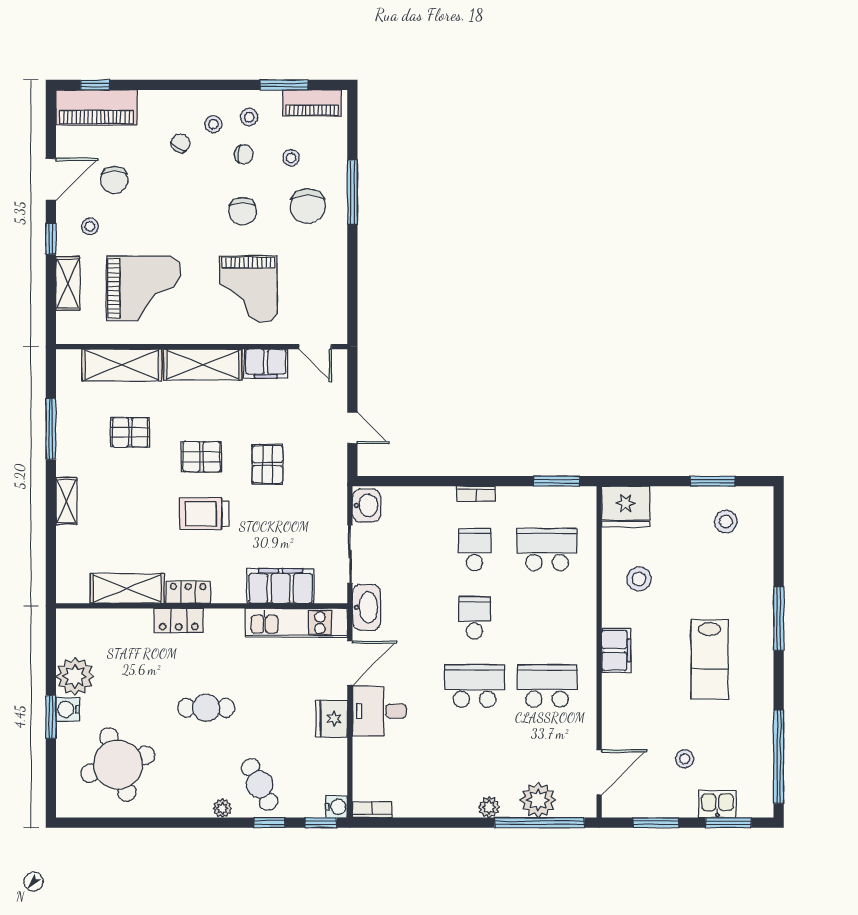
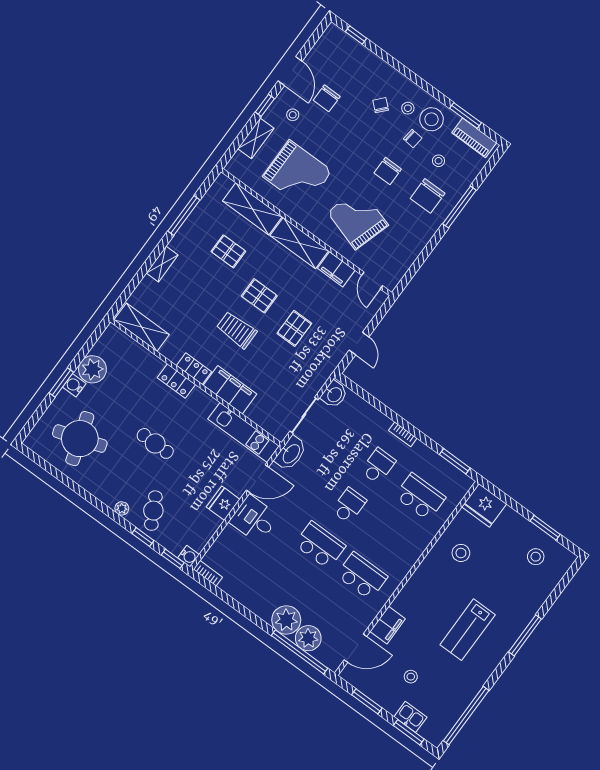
piano: (97, 108) -> (347, 49), removed
stool: (249, 117) -> (432, 119), width x1.89, depth x1.89
chair: (180, 143) -> (381, 105), turned -77
door: (51, 179) -> (290, 71), hinge flipped
grand piano: (248, 289) -> (358, 219), turned 107
filing cabinet: (281, 586) -> (230, 390), moved
shelving: (127, 589) -> (142, 327), moved
filing cabinet: (616, 650) -> (388, 625), moved
plant: (489, 807) -> (286, 620), width x1.88, depth x1.88

